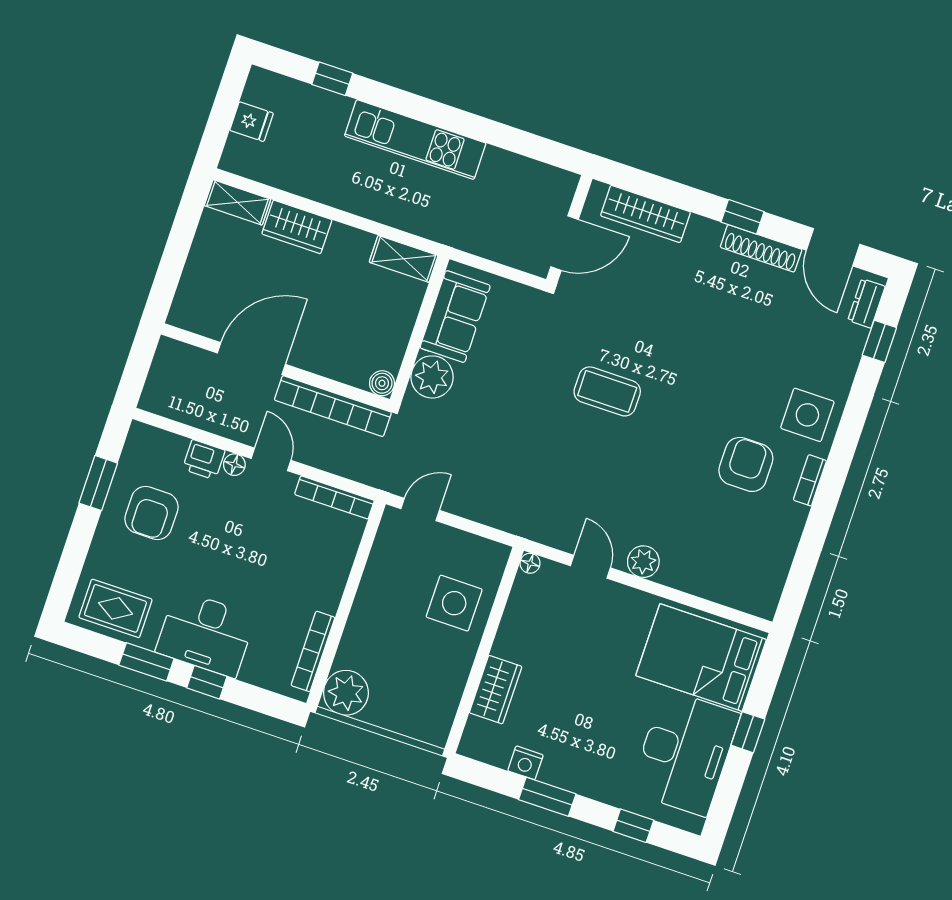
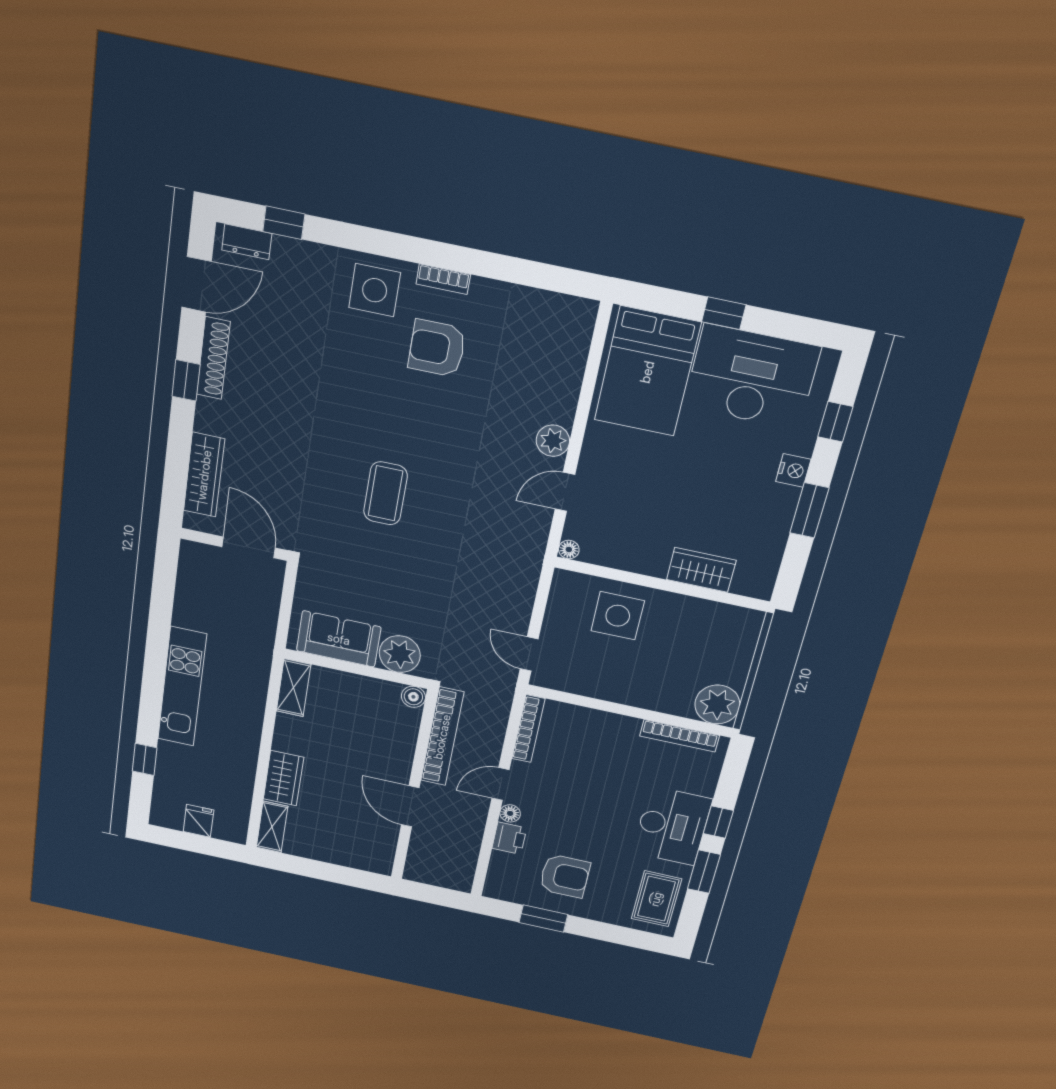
door: (251, 359) -> (410, 806), width x0.73
nightstand: (525, 763) -> (793, 470), moved

